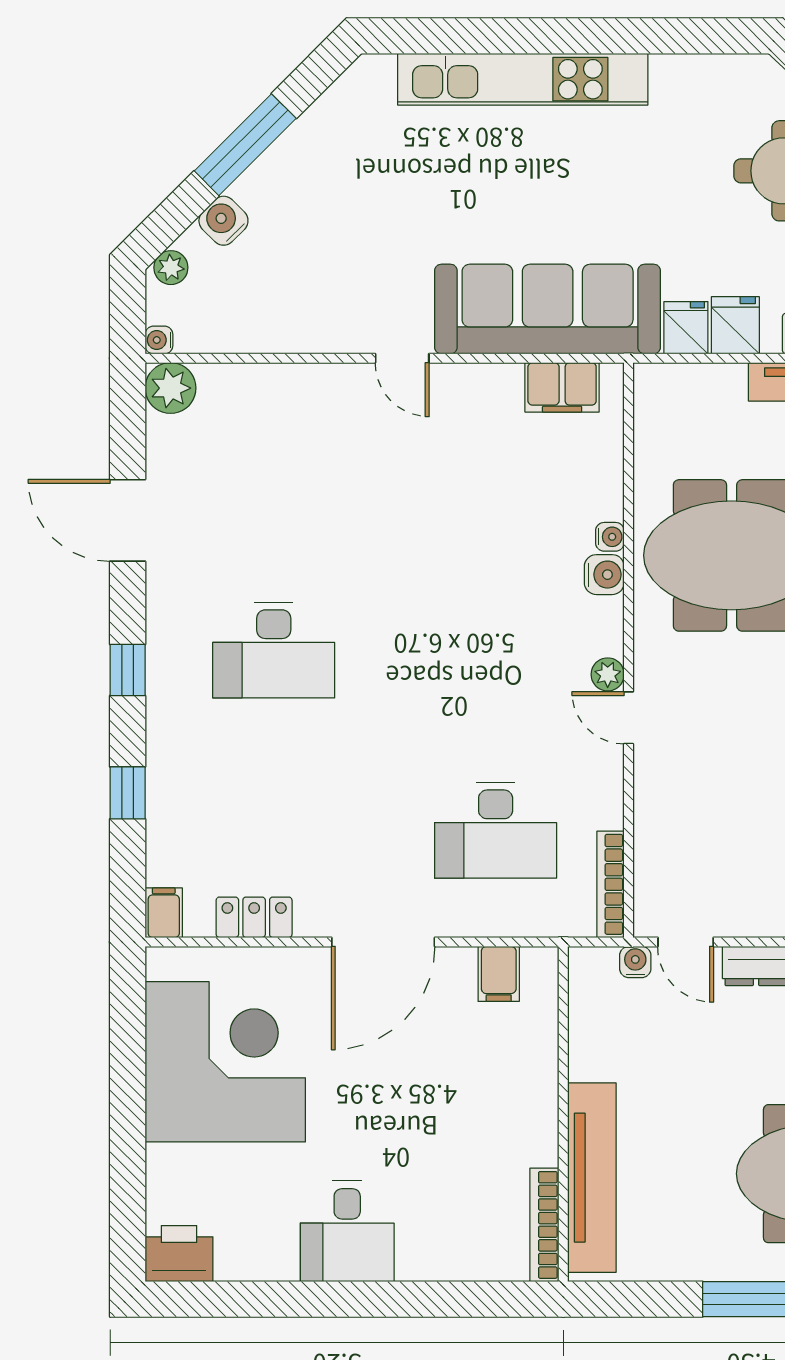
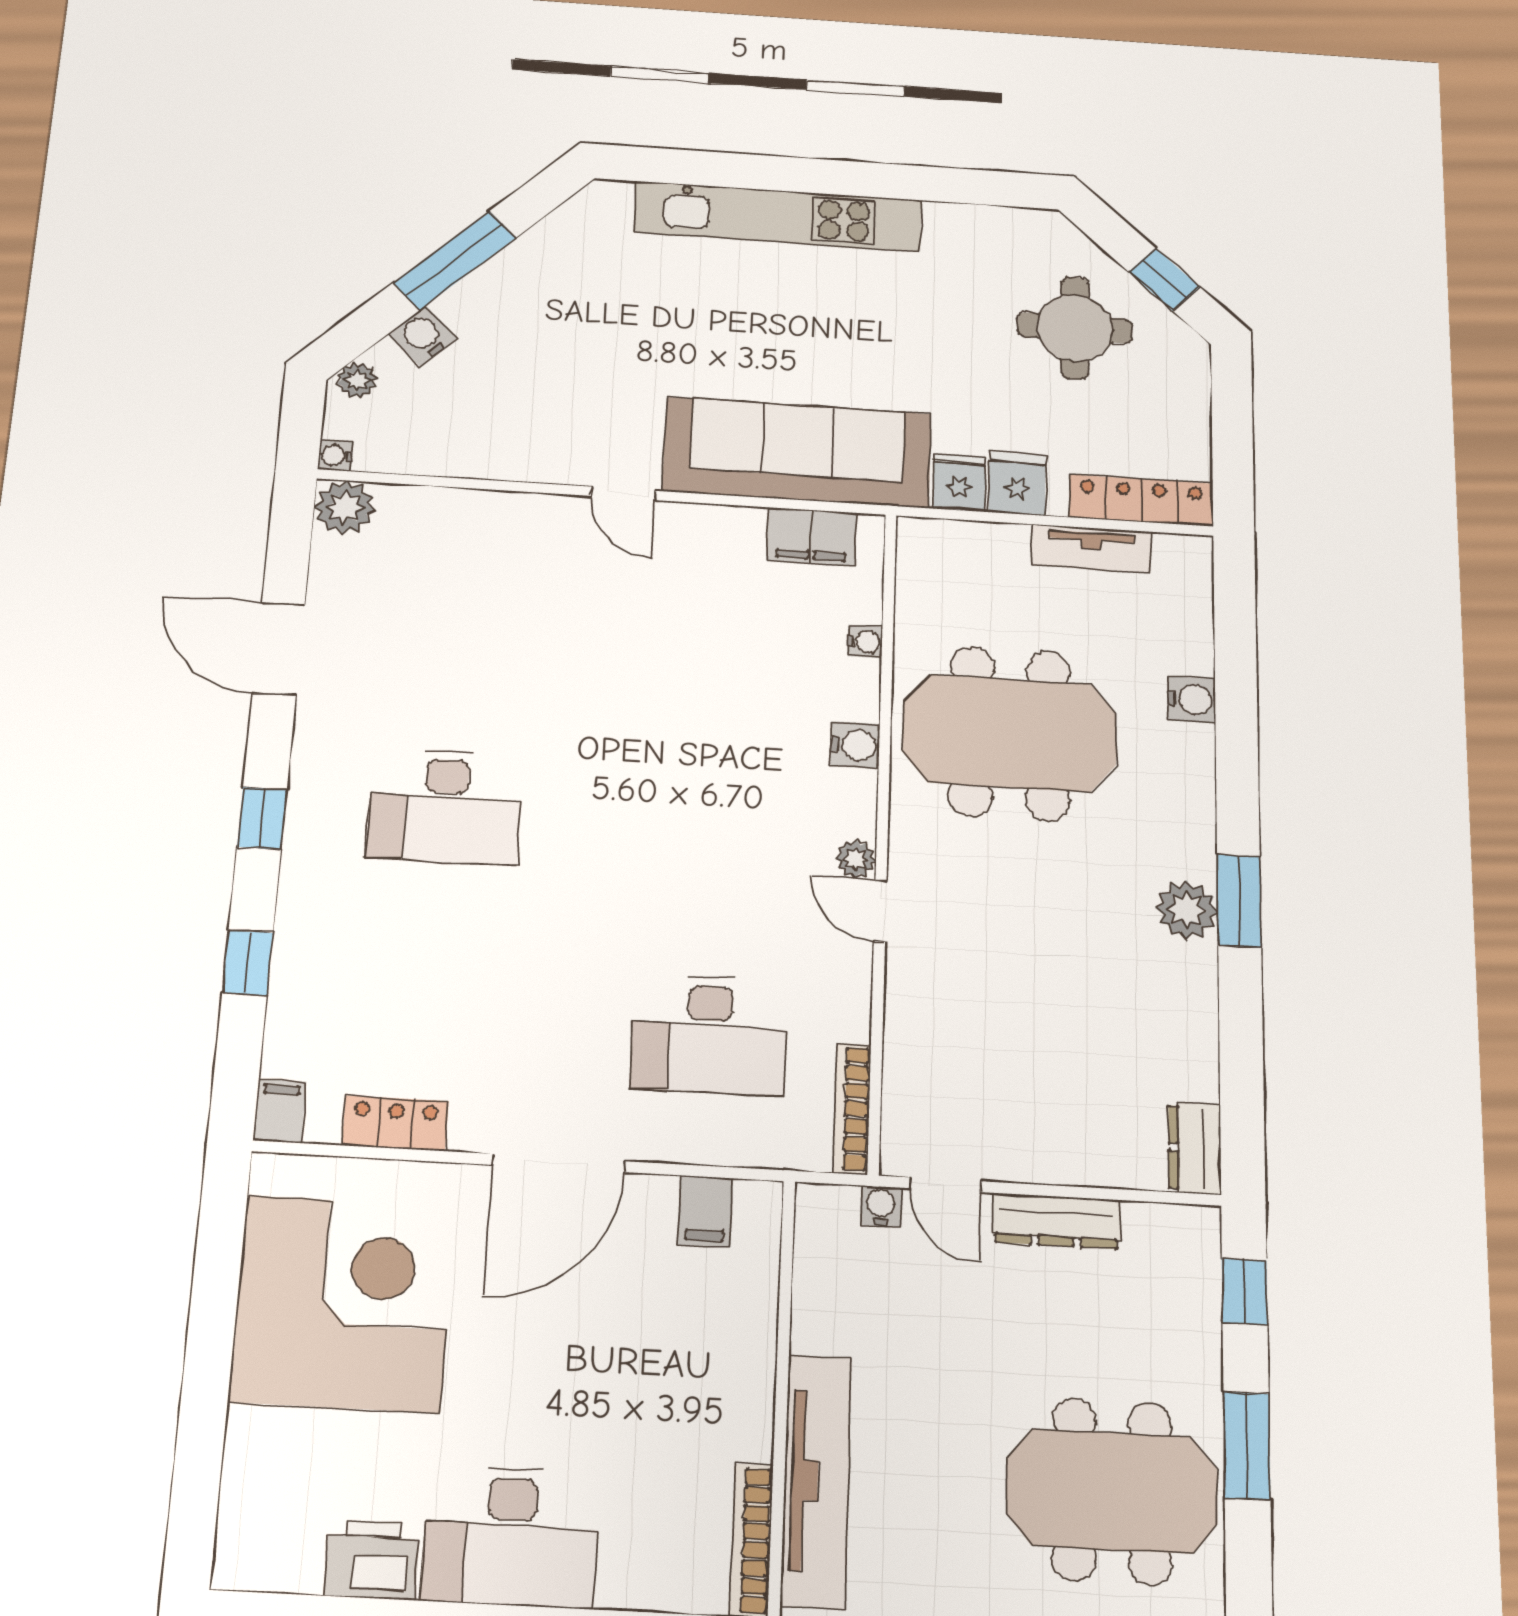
water cooler: (610, 537) -> (865, 642), moved
desk: (347, 1231) -> (511, 1536), width x1.37
printer: (179, 1254) -> (372, 1560), moved

